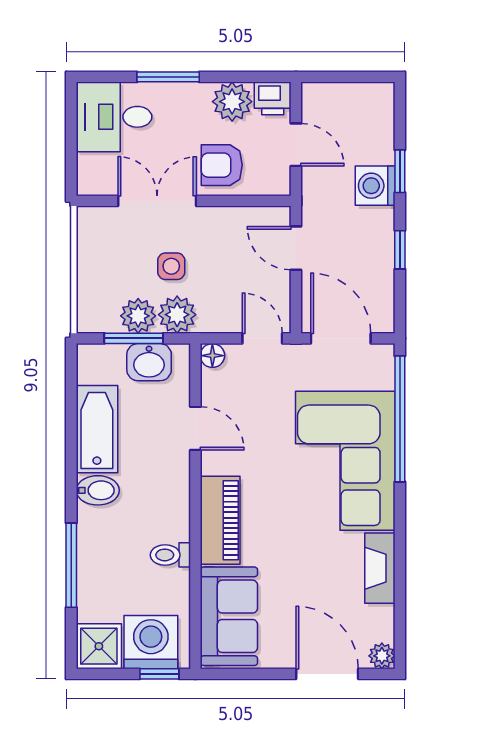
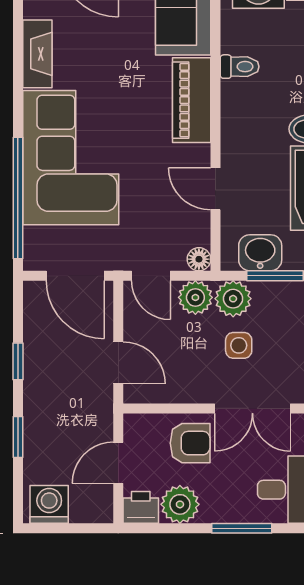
door: (296, 145) -> (118, 463), hinge flipped
washing machine: (375, 186) -> (49, 504), moved, turned -90
plant: (138, 316) -> (195, 297), moved

